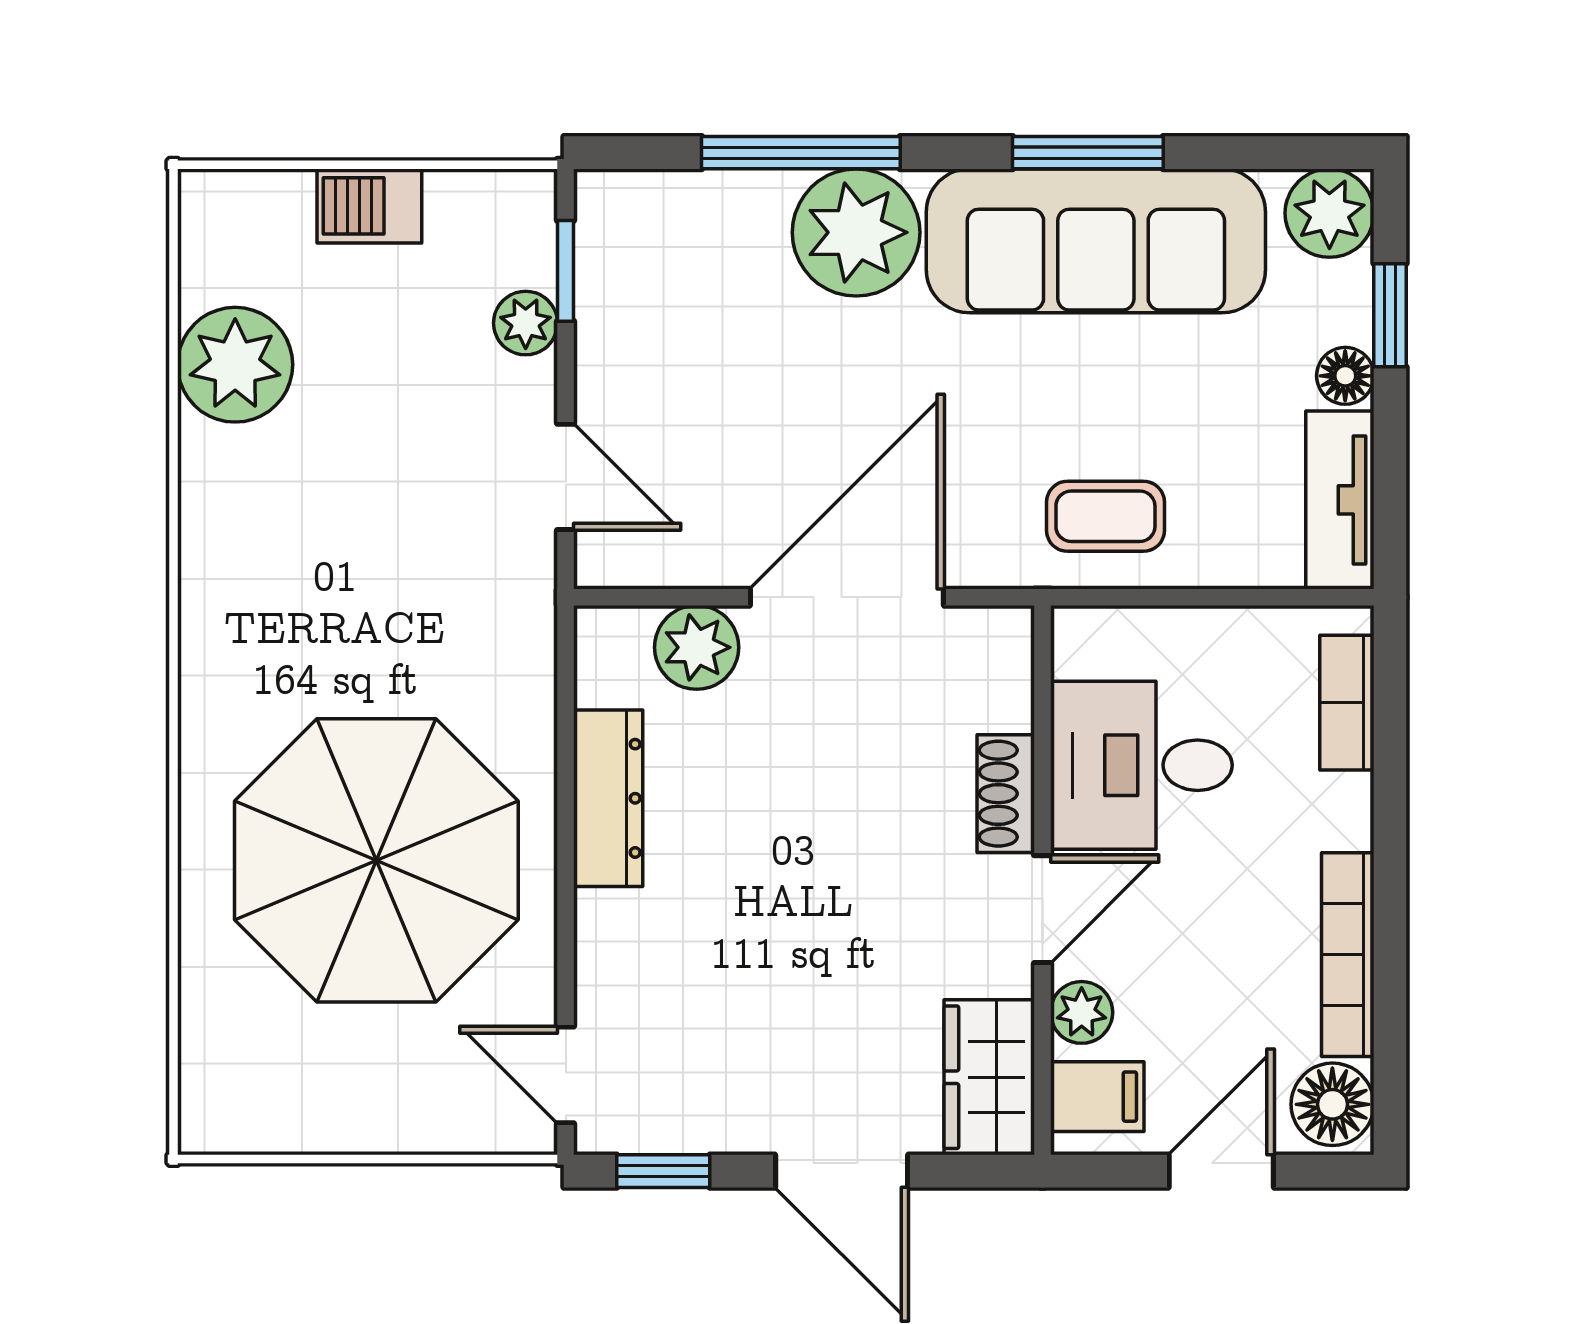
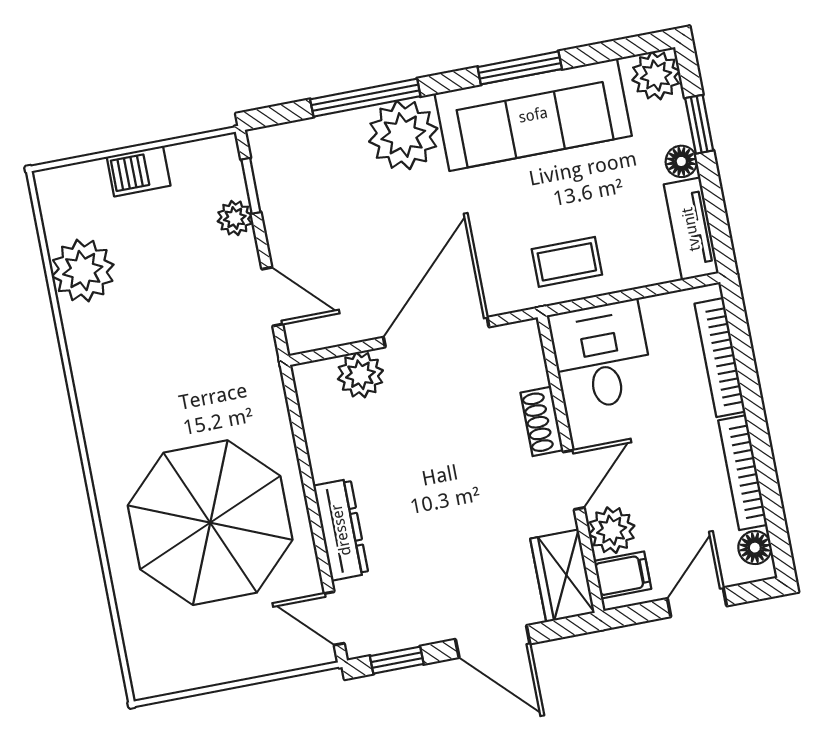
bookcase: (1347, 703) -> (720, 358), width x1.56
desk: (1141, 765) -> (601, 356), moved, turned 90
dresser: (608, 798) -> (341, 530), moved
plant: (1082, 1012) -> (612, 530), width x1.38, depth x1.38
floor lamp: (1332, 1104) -> (755, 548), width x0.73, depth x0.73

